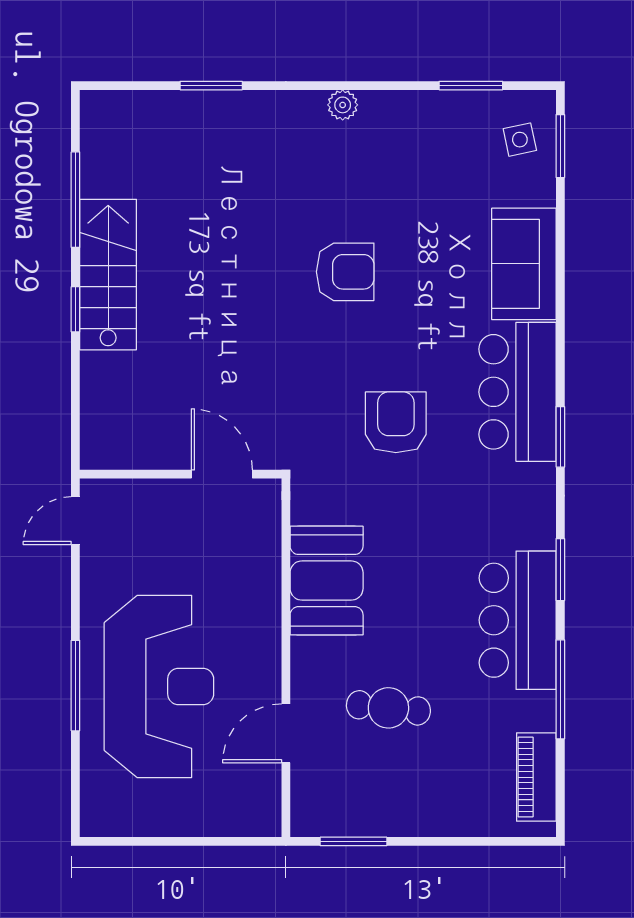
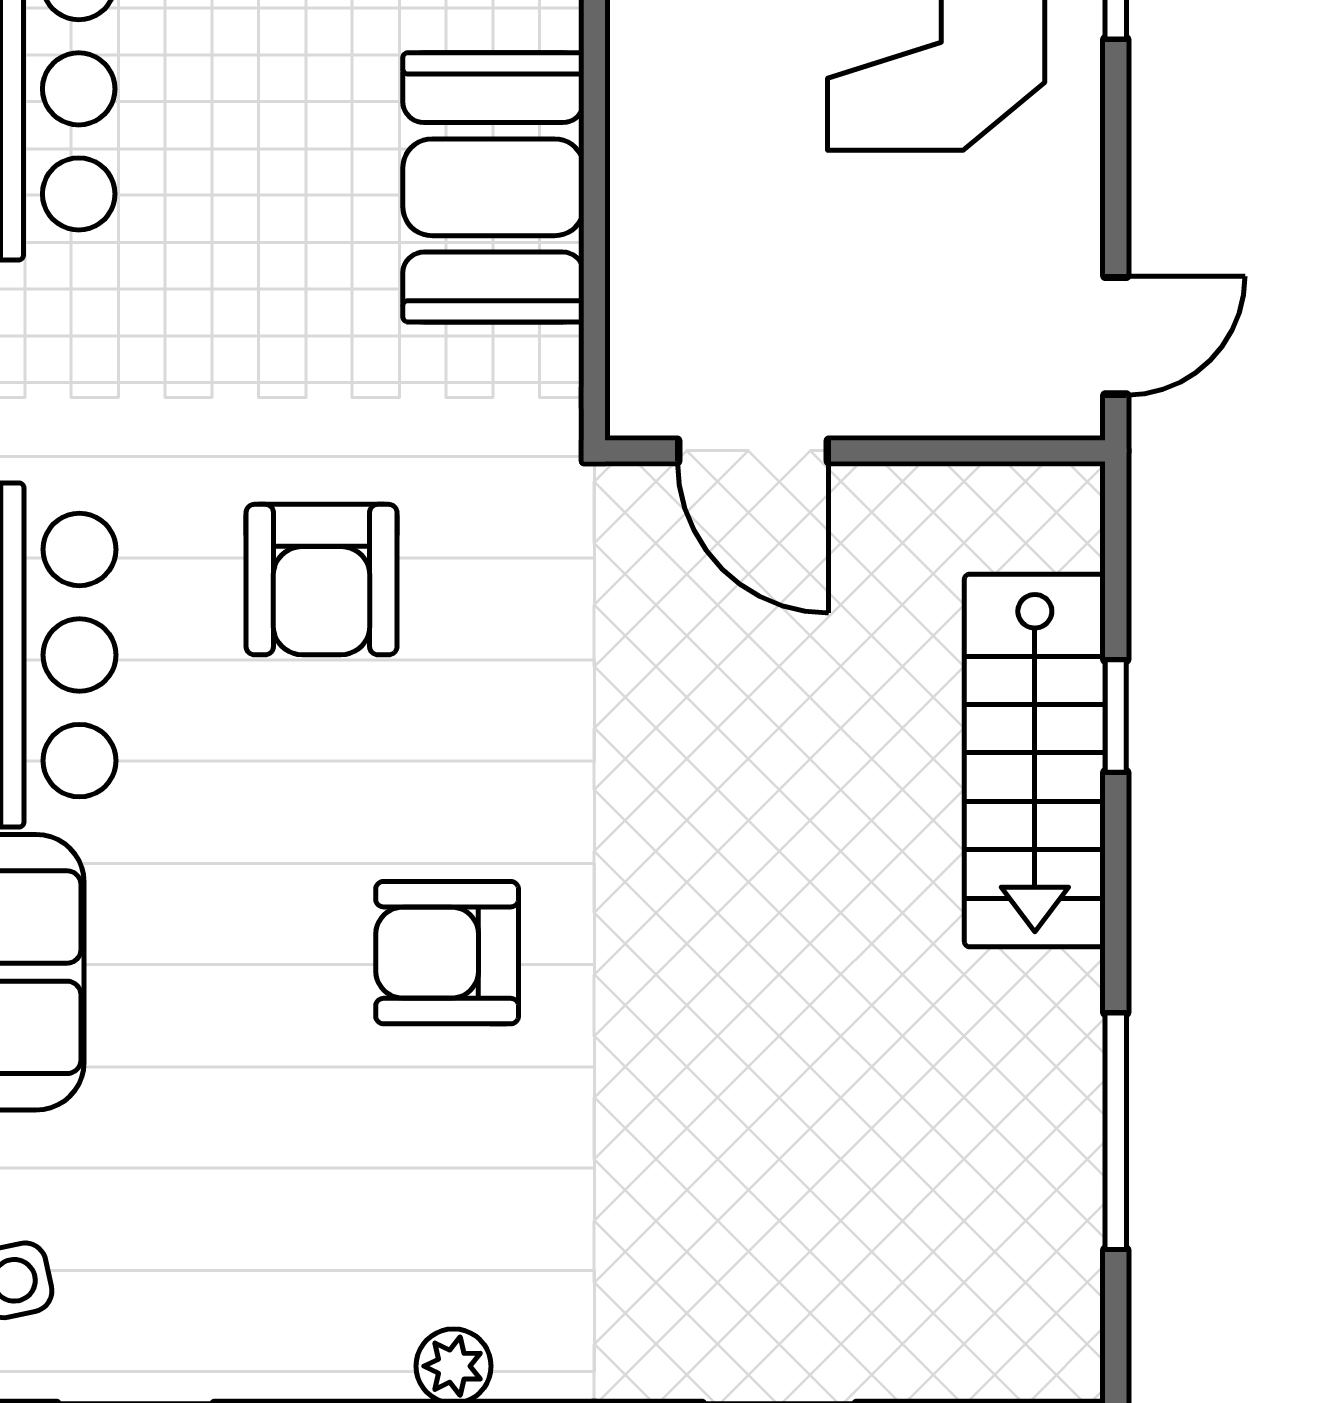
stairs: (108, 275) -> (1035, 760), moved
window: (75, 309) -> (1116, 716), moved

